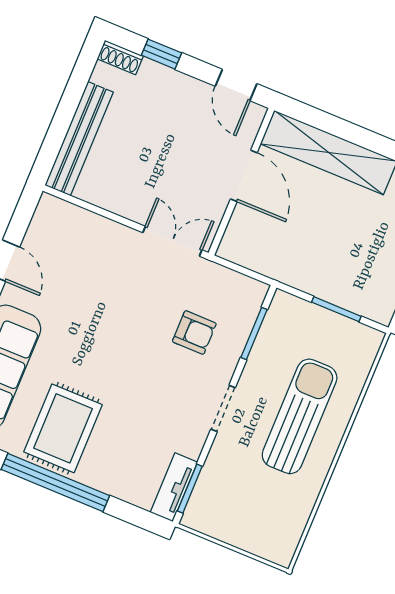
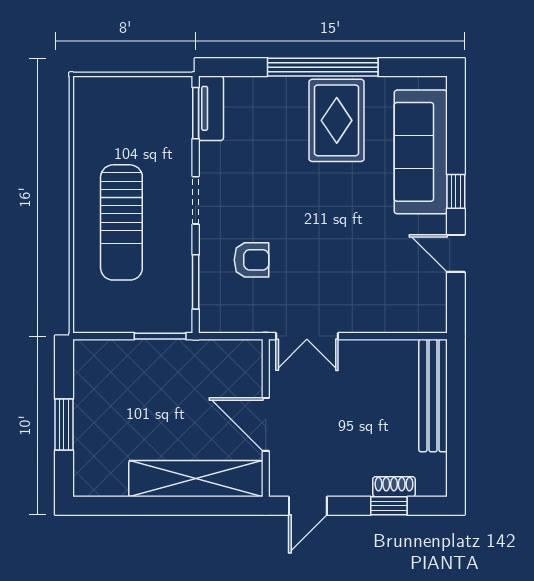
shoe rack: (120, 57) -> (394, 487), moved
door: (236, 85) -> (308, 506), swing flipped
window: (336, 309) -> (160, 336), moved
armchair: (194, 333) -> (251, 260), turned 180

